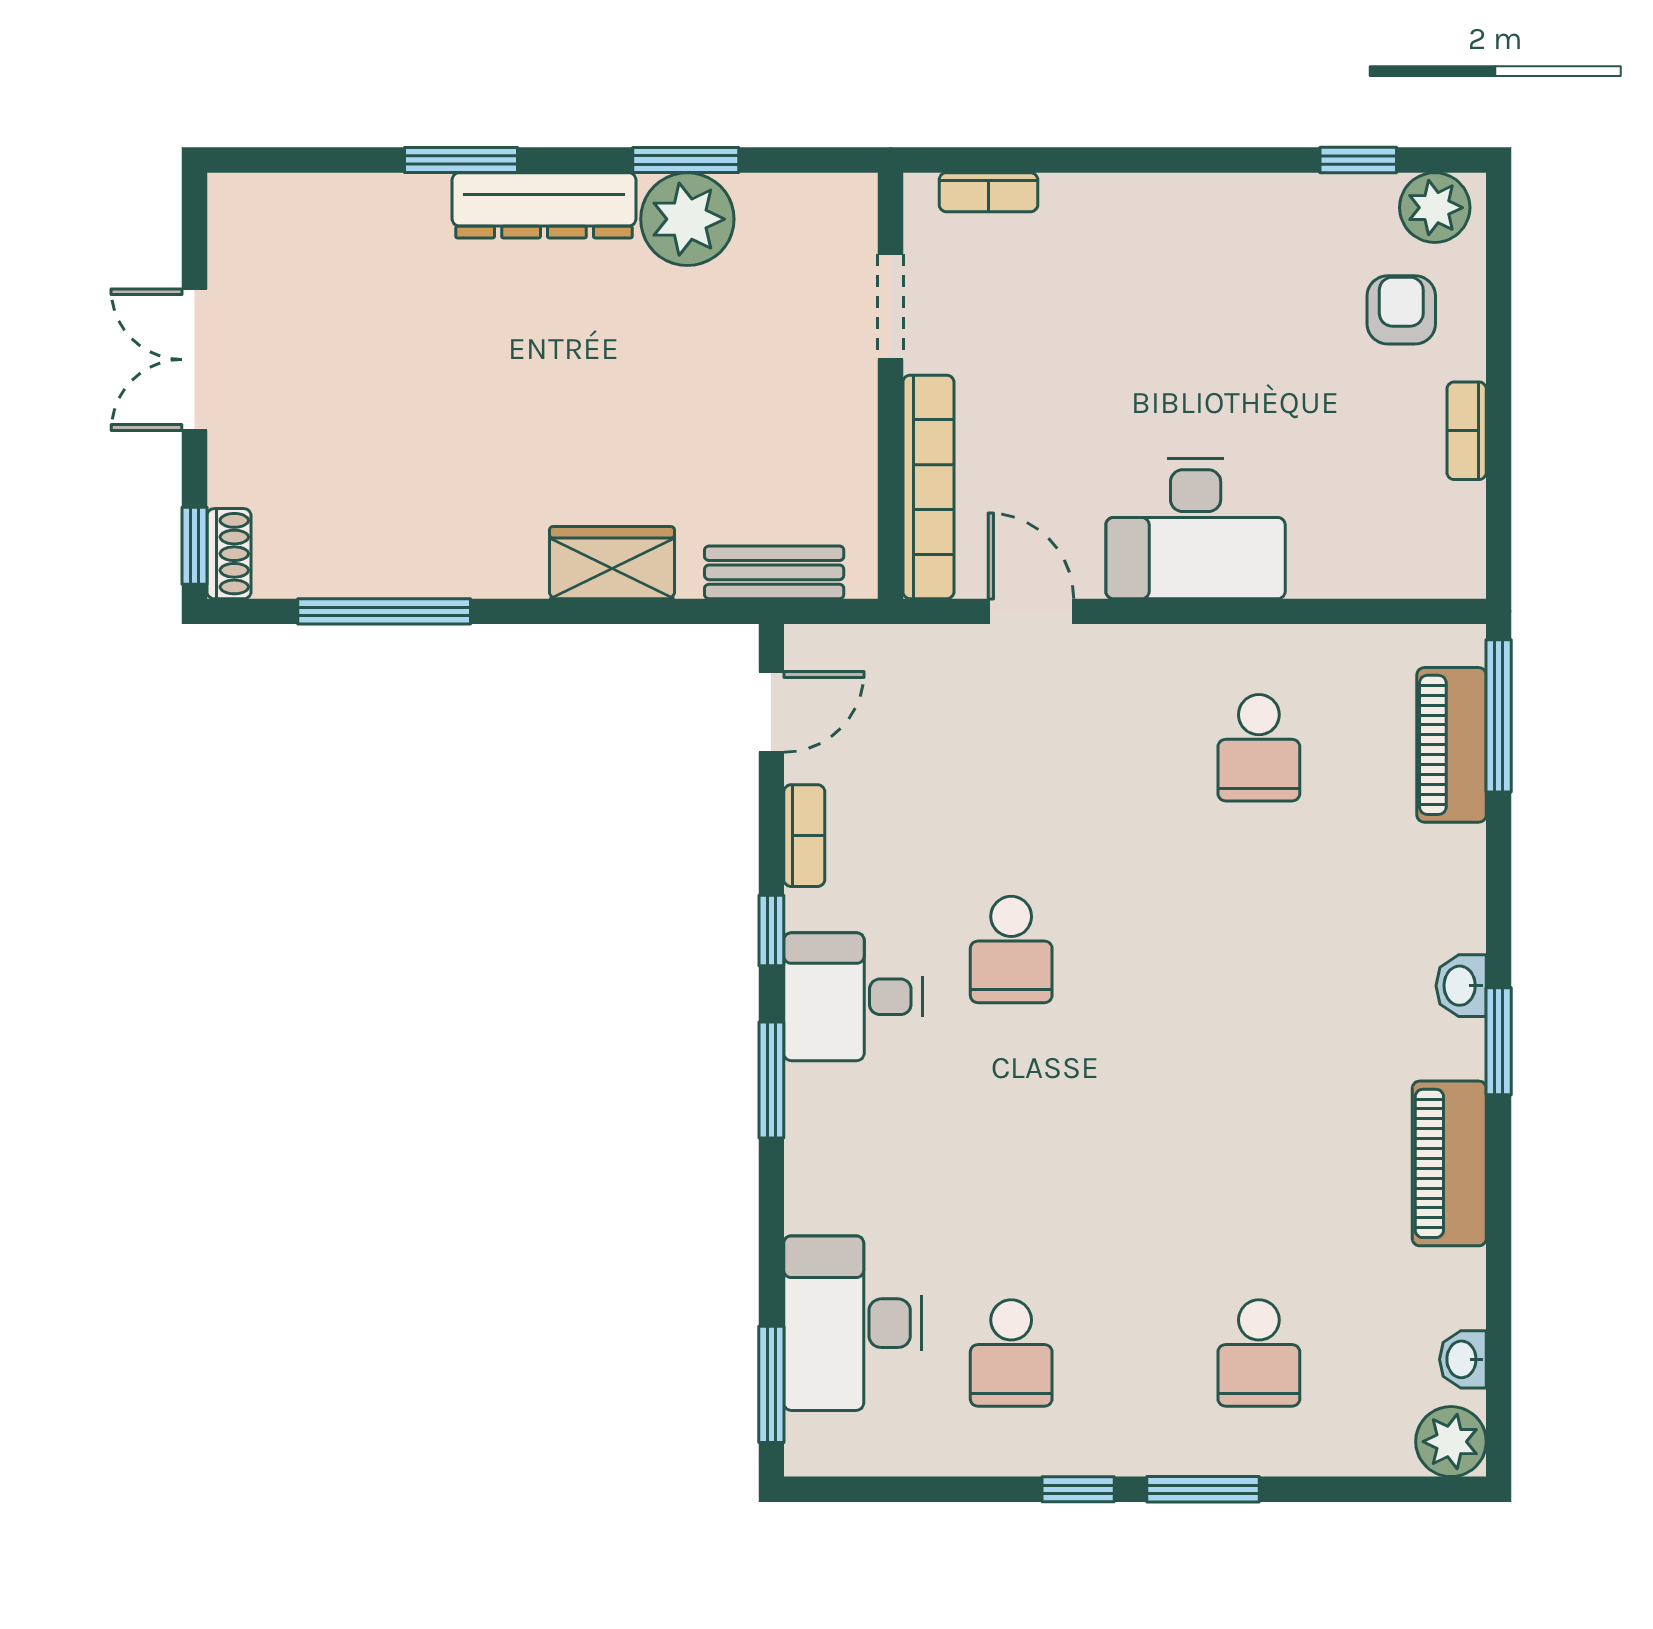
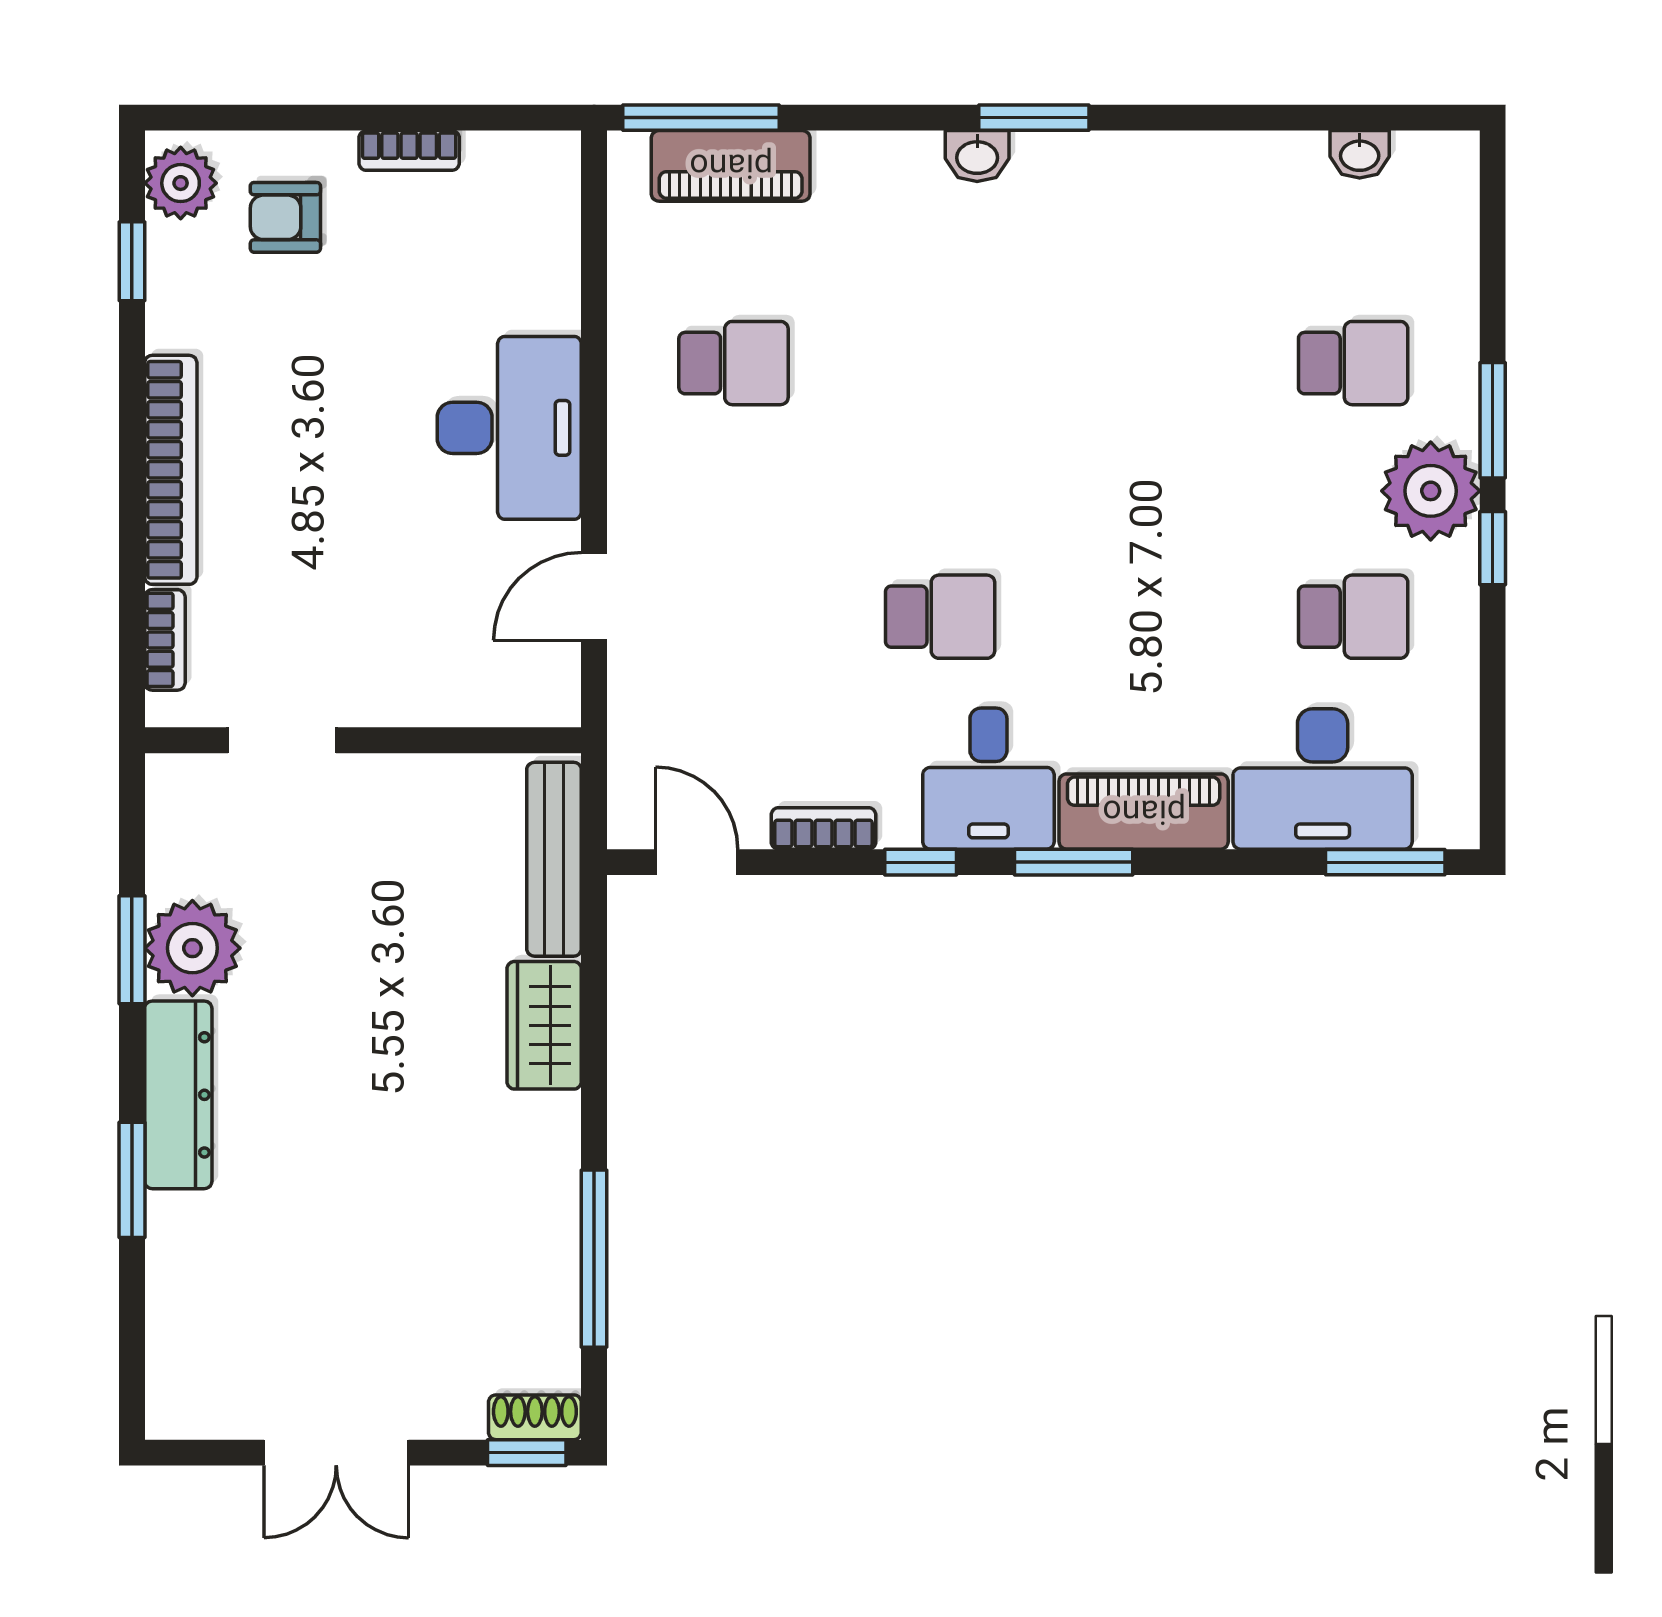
bookcase: (928, 487) -> (171, 470), moved, turned 90
bench: (774, 572) -> (554, 859), width x1.36
piano: (1449, 1163) -> (1144, 812), moved, turned 180
plant: (1451, 1442) -> (1431, 491), moved, width x1.36, depth x1.36

